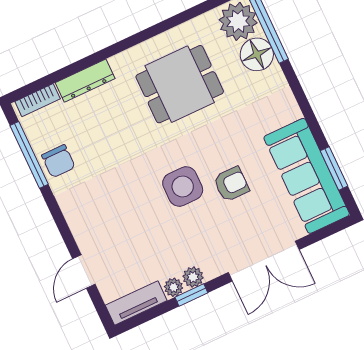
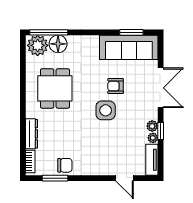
window: (29, 155) -> (55, 178), width x0.69
armchair: (231, 184) -> (116, 86), turned -90

